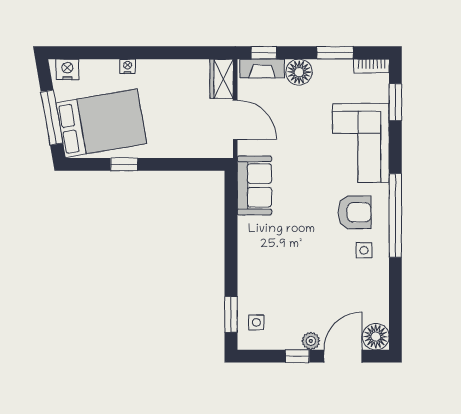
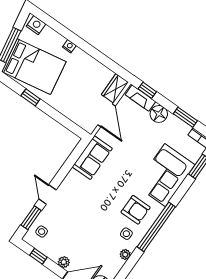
door: (231, 271) -> (47, 195), added
plant: (381, 277) -> (125, 254), added
window: (297, 356) -> (38, 256), moved

